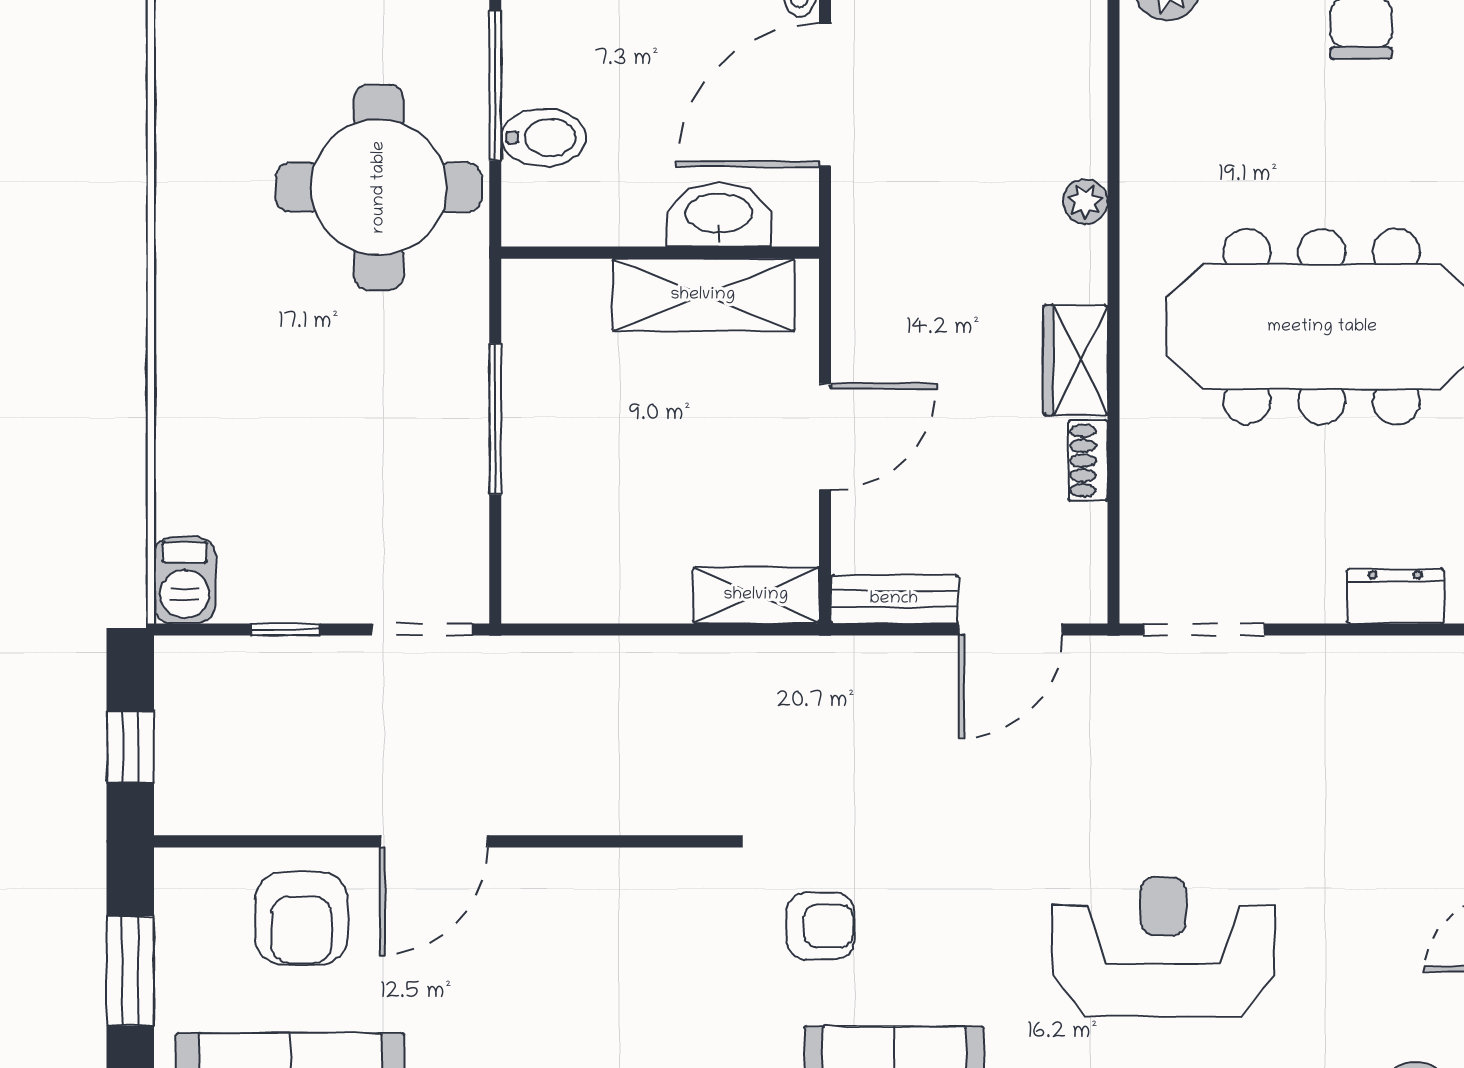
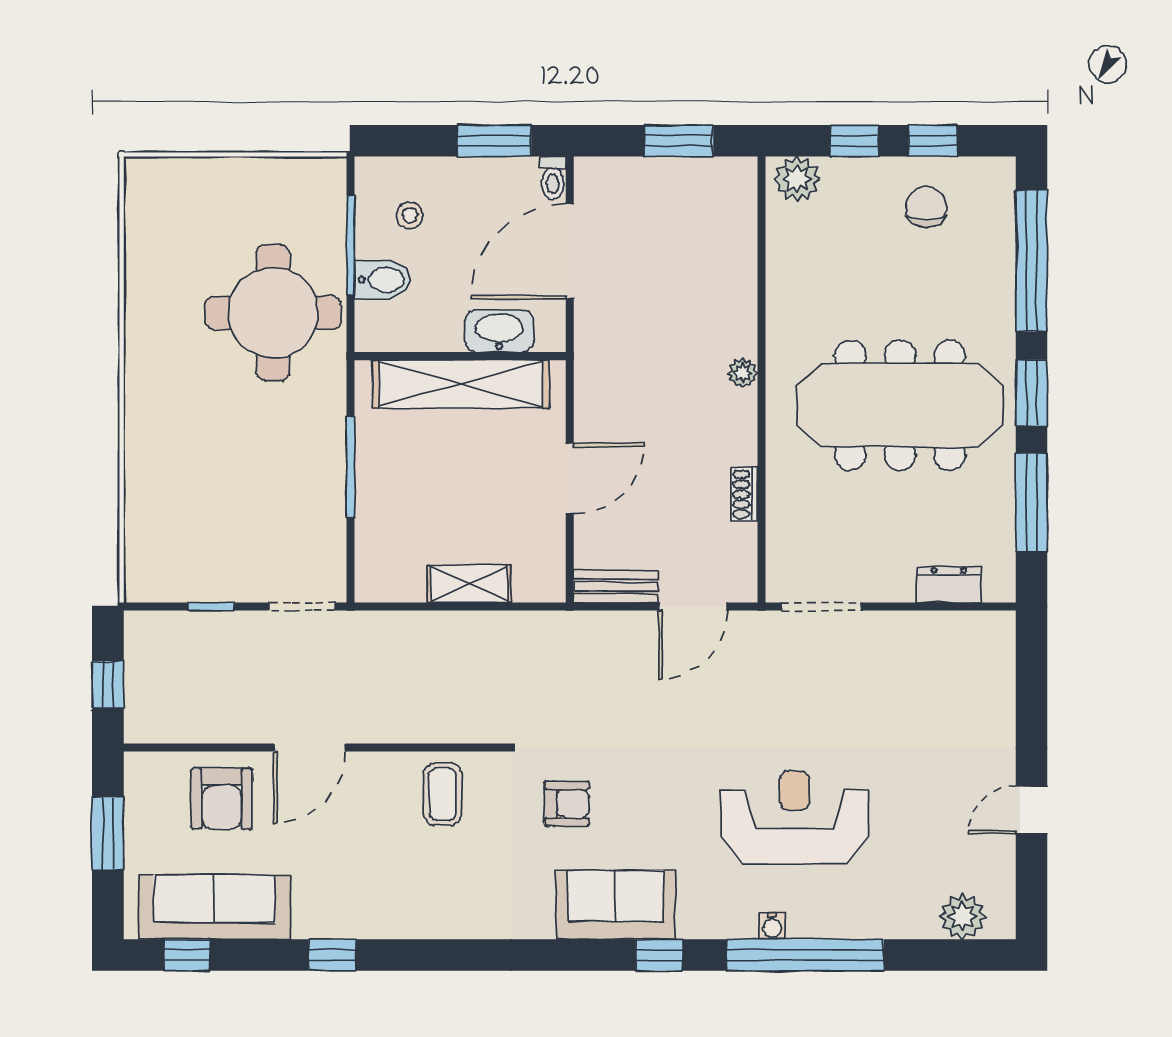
stool: (584, 41) -> (410, 215), added
plant: (1085, 201) -> (743, 373), moved
shelving: (703, 295) -> (461, 384), width x1.47
wardrobe: (1076, 360) -> (736, 428), removed
barbecue: (185, 580) -> (144, 574), removed
shelving: (756, 595) -> (469, 584), moved
coffee table: (634, 912) -> (442, 794), added

